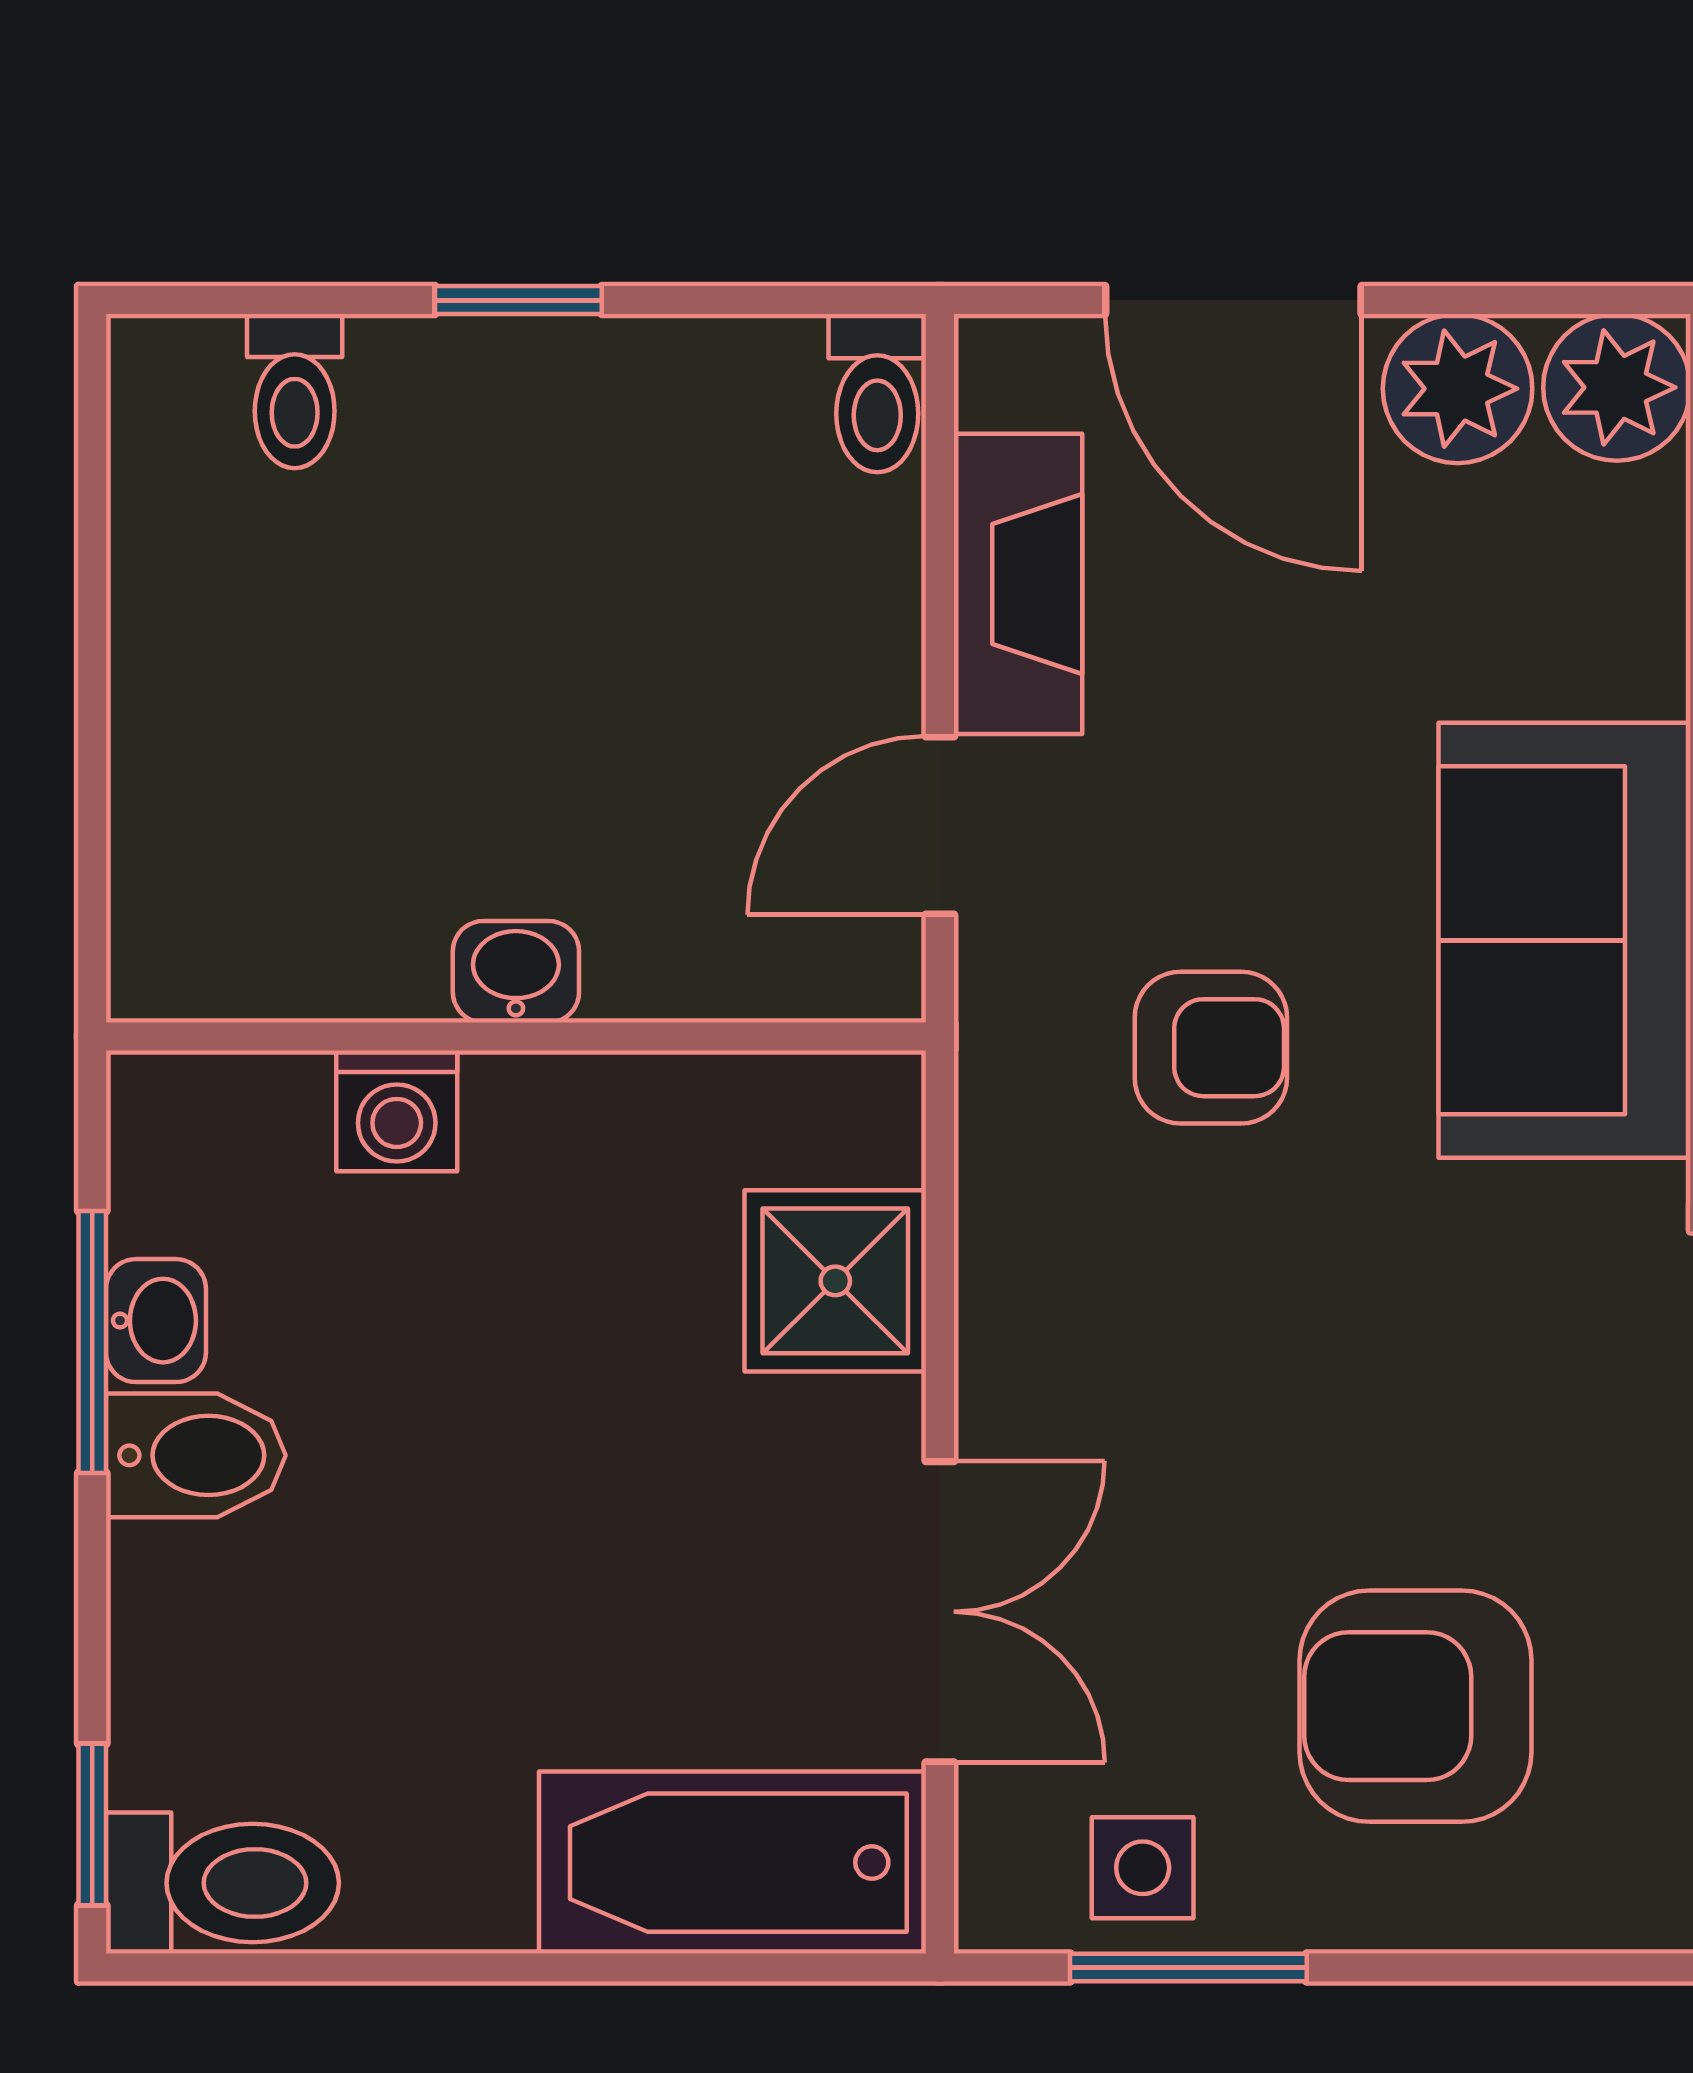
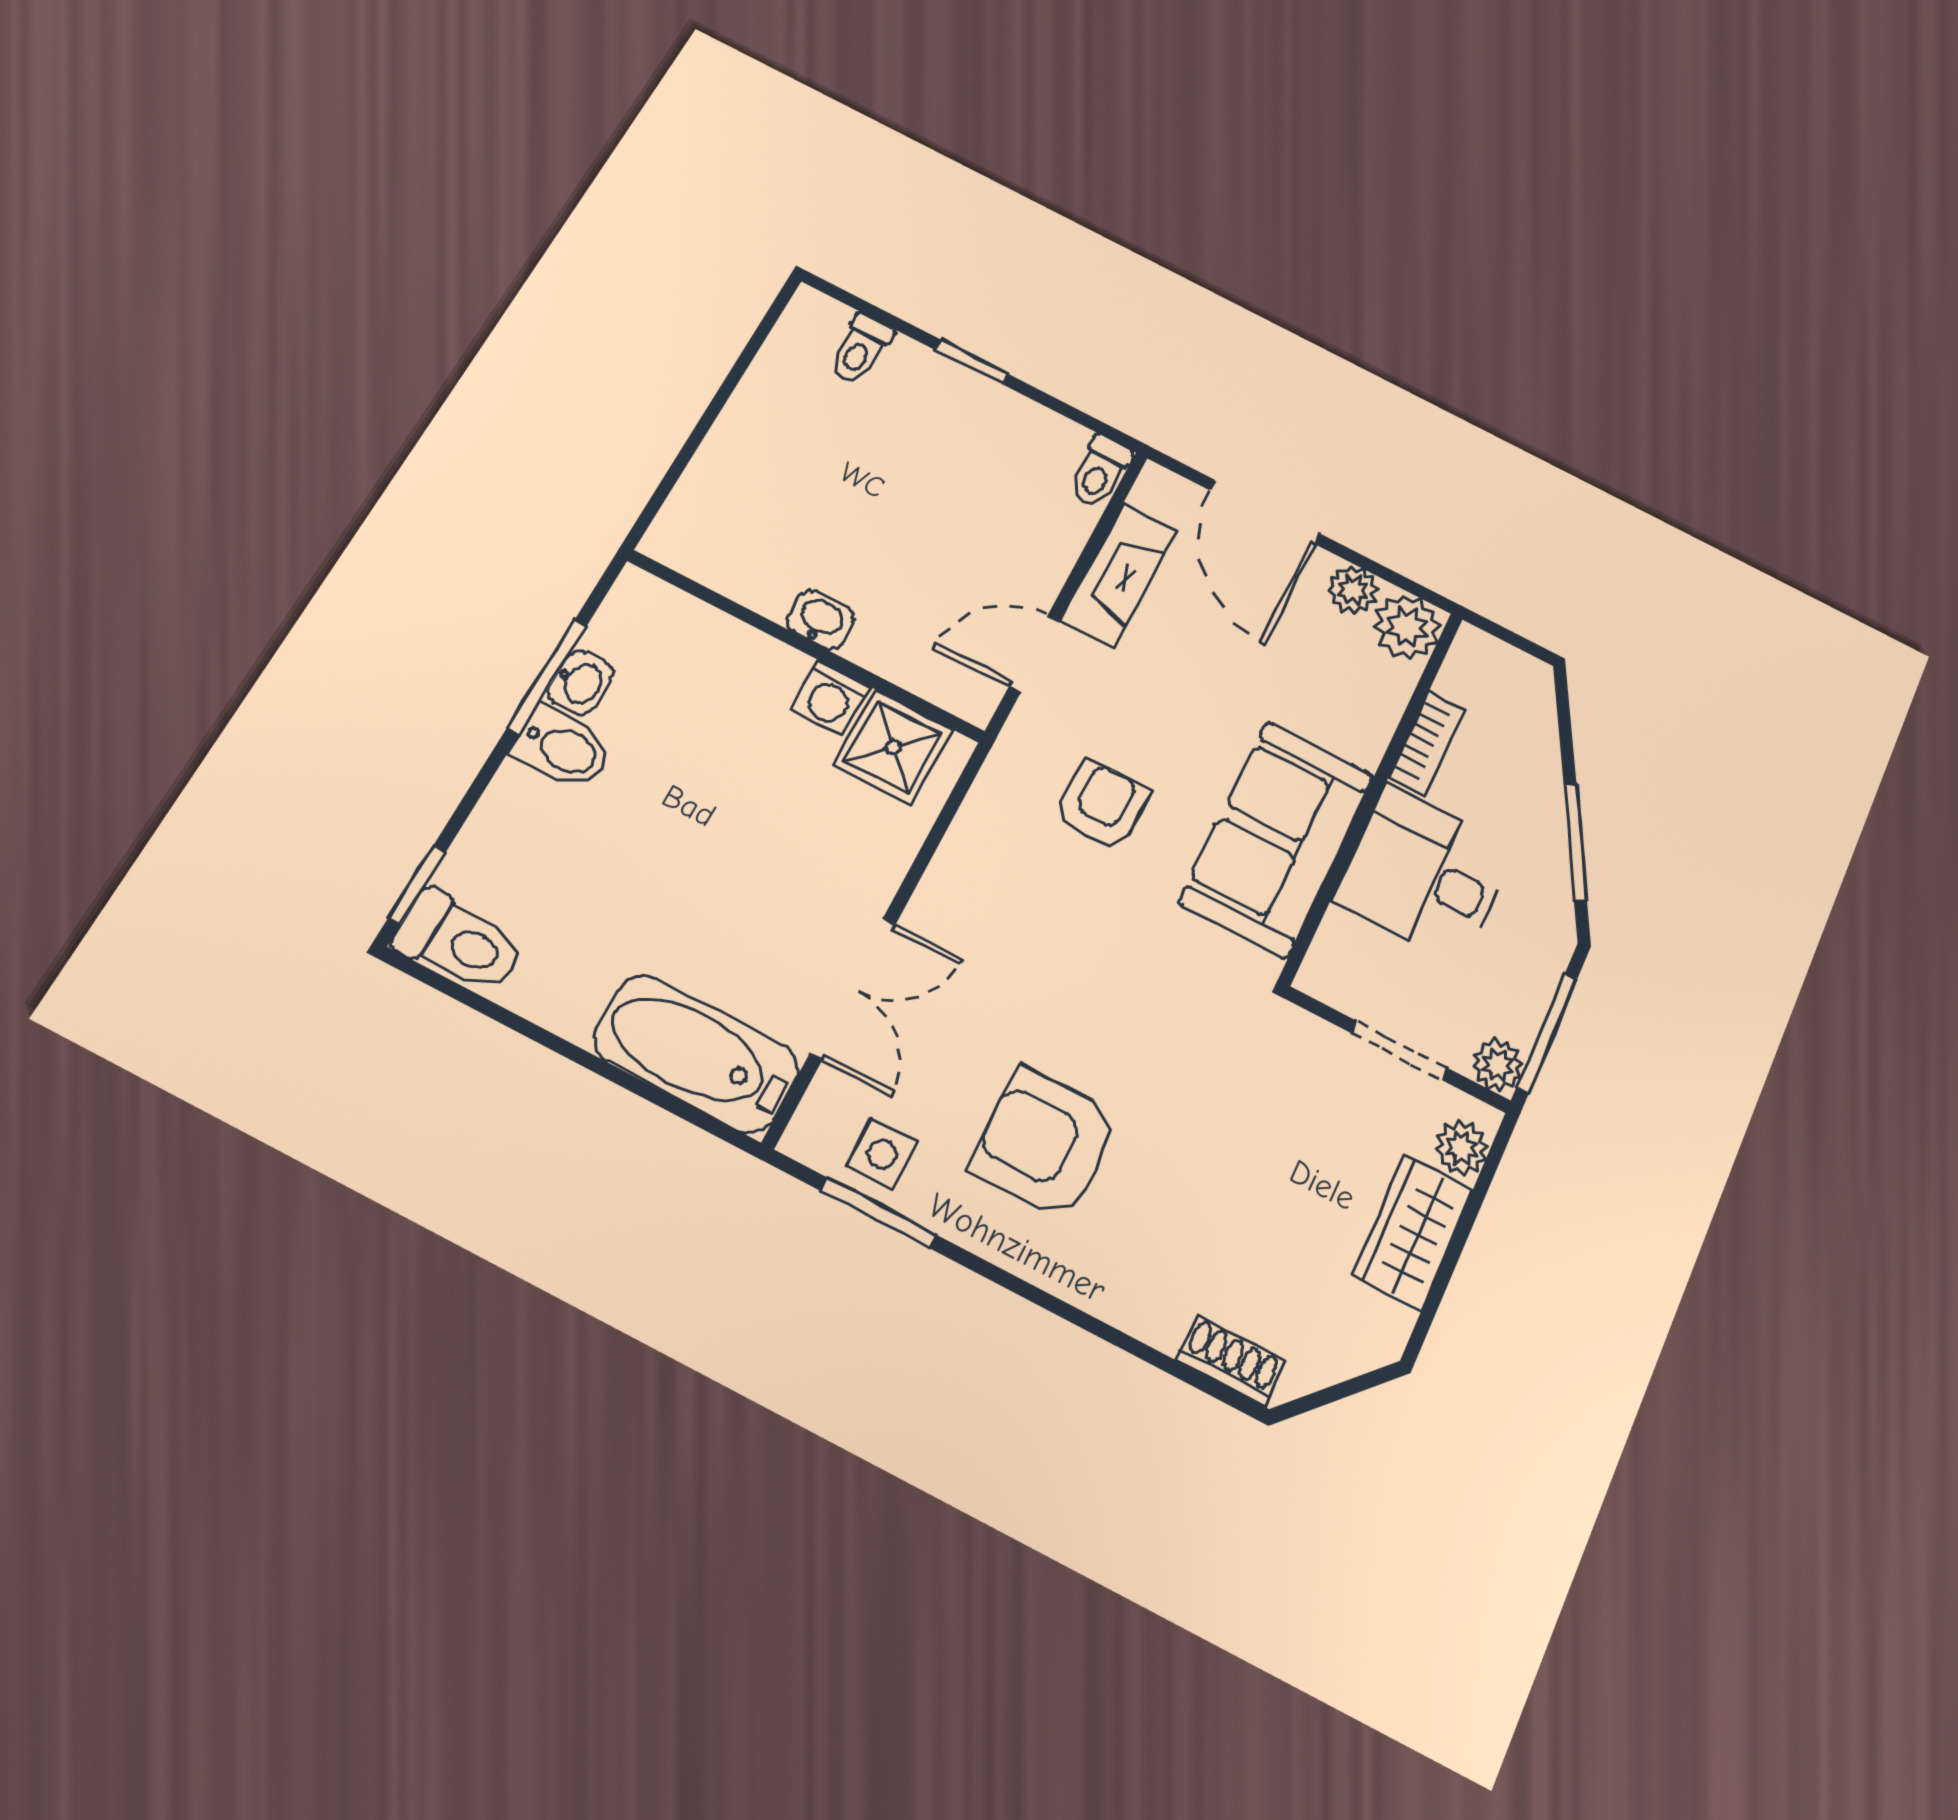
plant: (1458, 389) -> (1353, 590), width x0.73, depth x0.73
armchair: (1211, 1048) -> (1102, 805), turned -90
washing machine: (397, 1111) -> (830, 698), moved
shower: (835, 1281) -> (893, 747), moved

